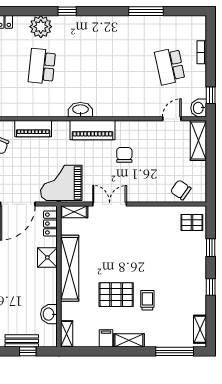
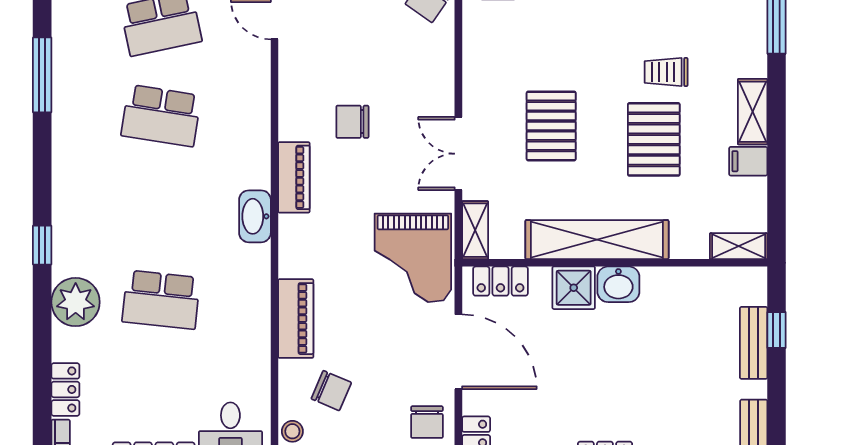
school desk: (127, 66) -> (161, 116), added
piano: (93, 130) -> (294, 177), width x0.73, depth x0.75
pallet: (122, 247) -> (551, 126), added
washbasin: (49, 314) -> (618, 284), moved

